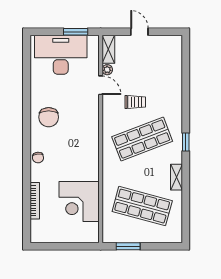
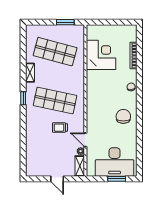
window: (76, 32) -> (117, 179), moved
shop shelf: (142, 139) -> (55, 100), turned 33

